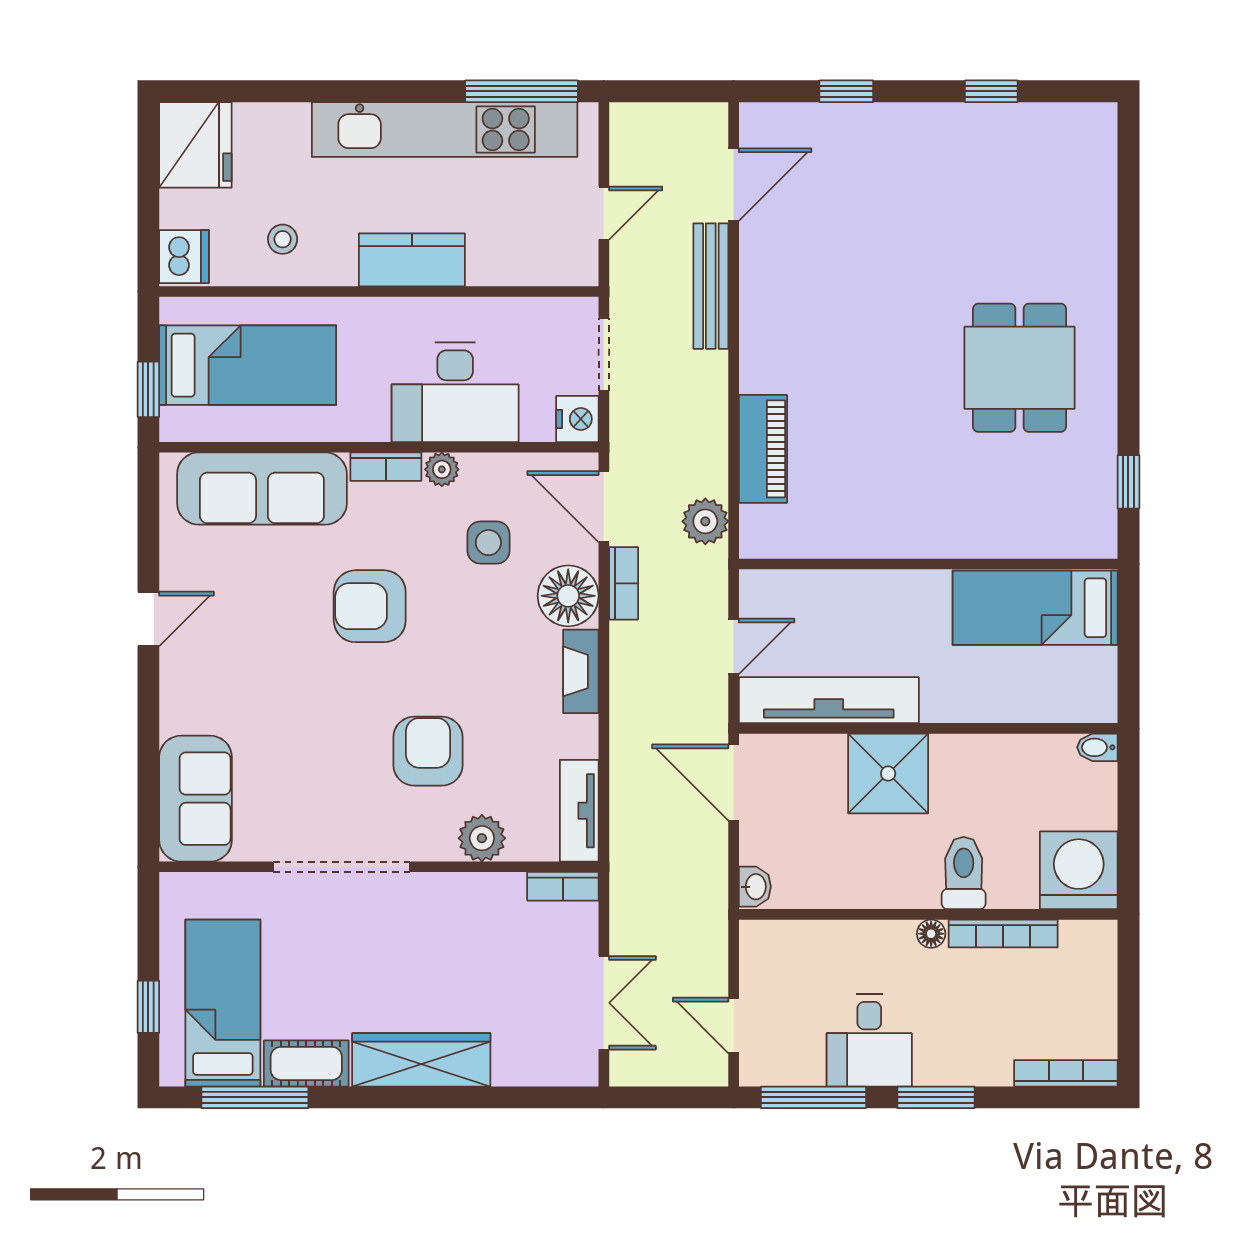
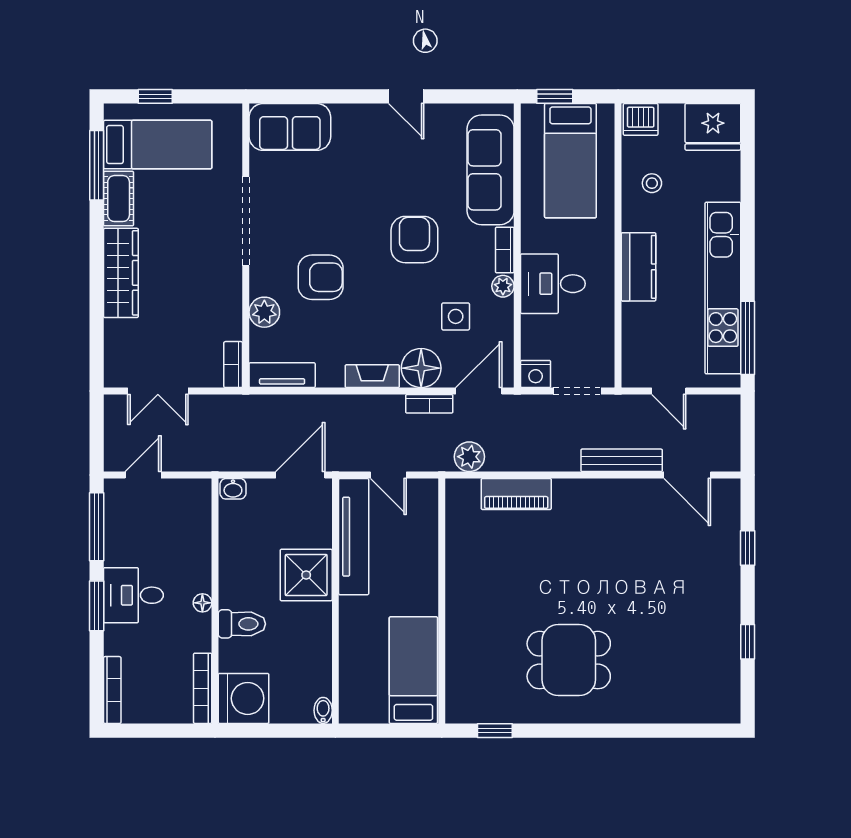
desk: (455, 392) -> (553, 284), width x0.73
bookcase: (1003, 934) -> (203, 688), moved
desk: (869, 1040) -> (133, 595), moved

